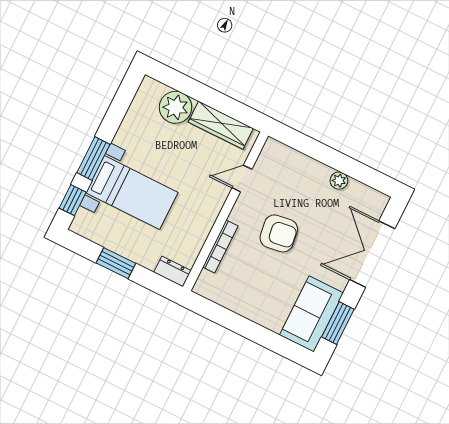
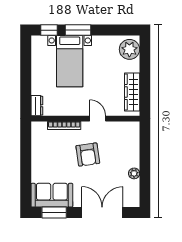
plant: (176, 107) -> (129, 49), moved
door: (242, 179) -> (98, 119), moved
window: (116, 263) -> (26, 72), removed

